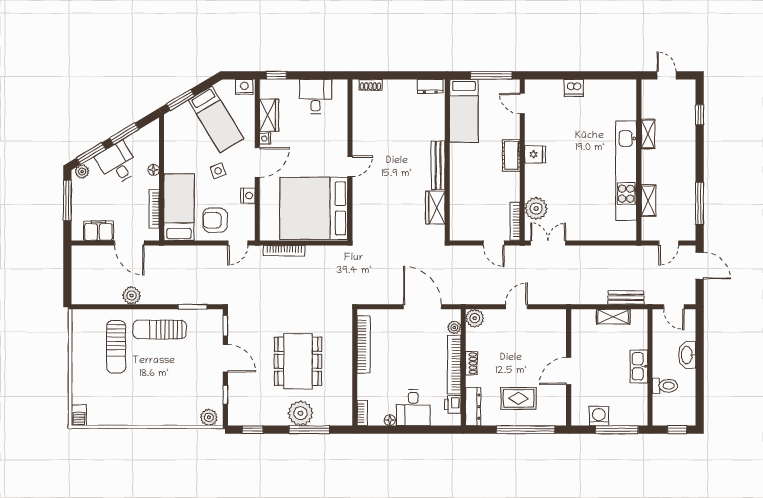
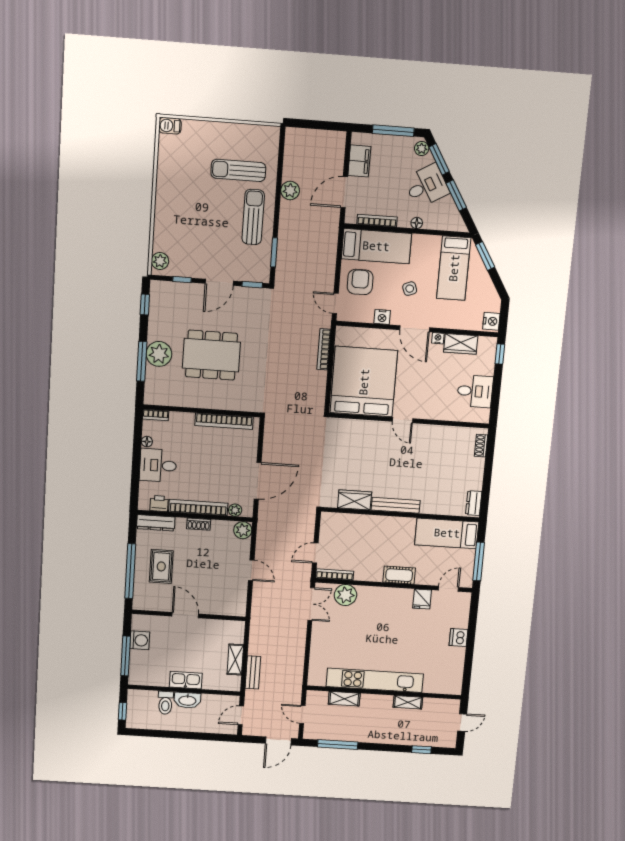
bed: (216, 119) -> (454, 268), moved, turned -59
fridge: (535, 154) -> (422, 599), moved
washbasin: (687, 355) -> (187, 700), moved, turned 180

